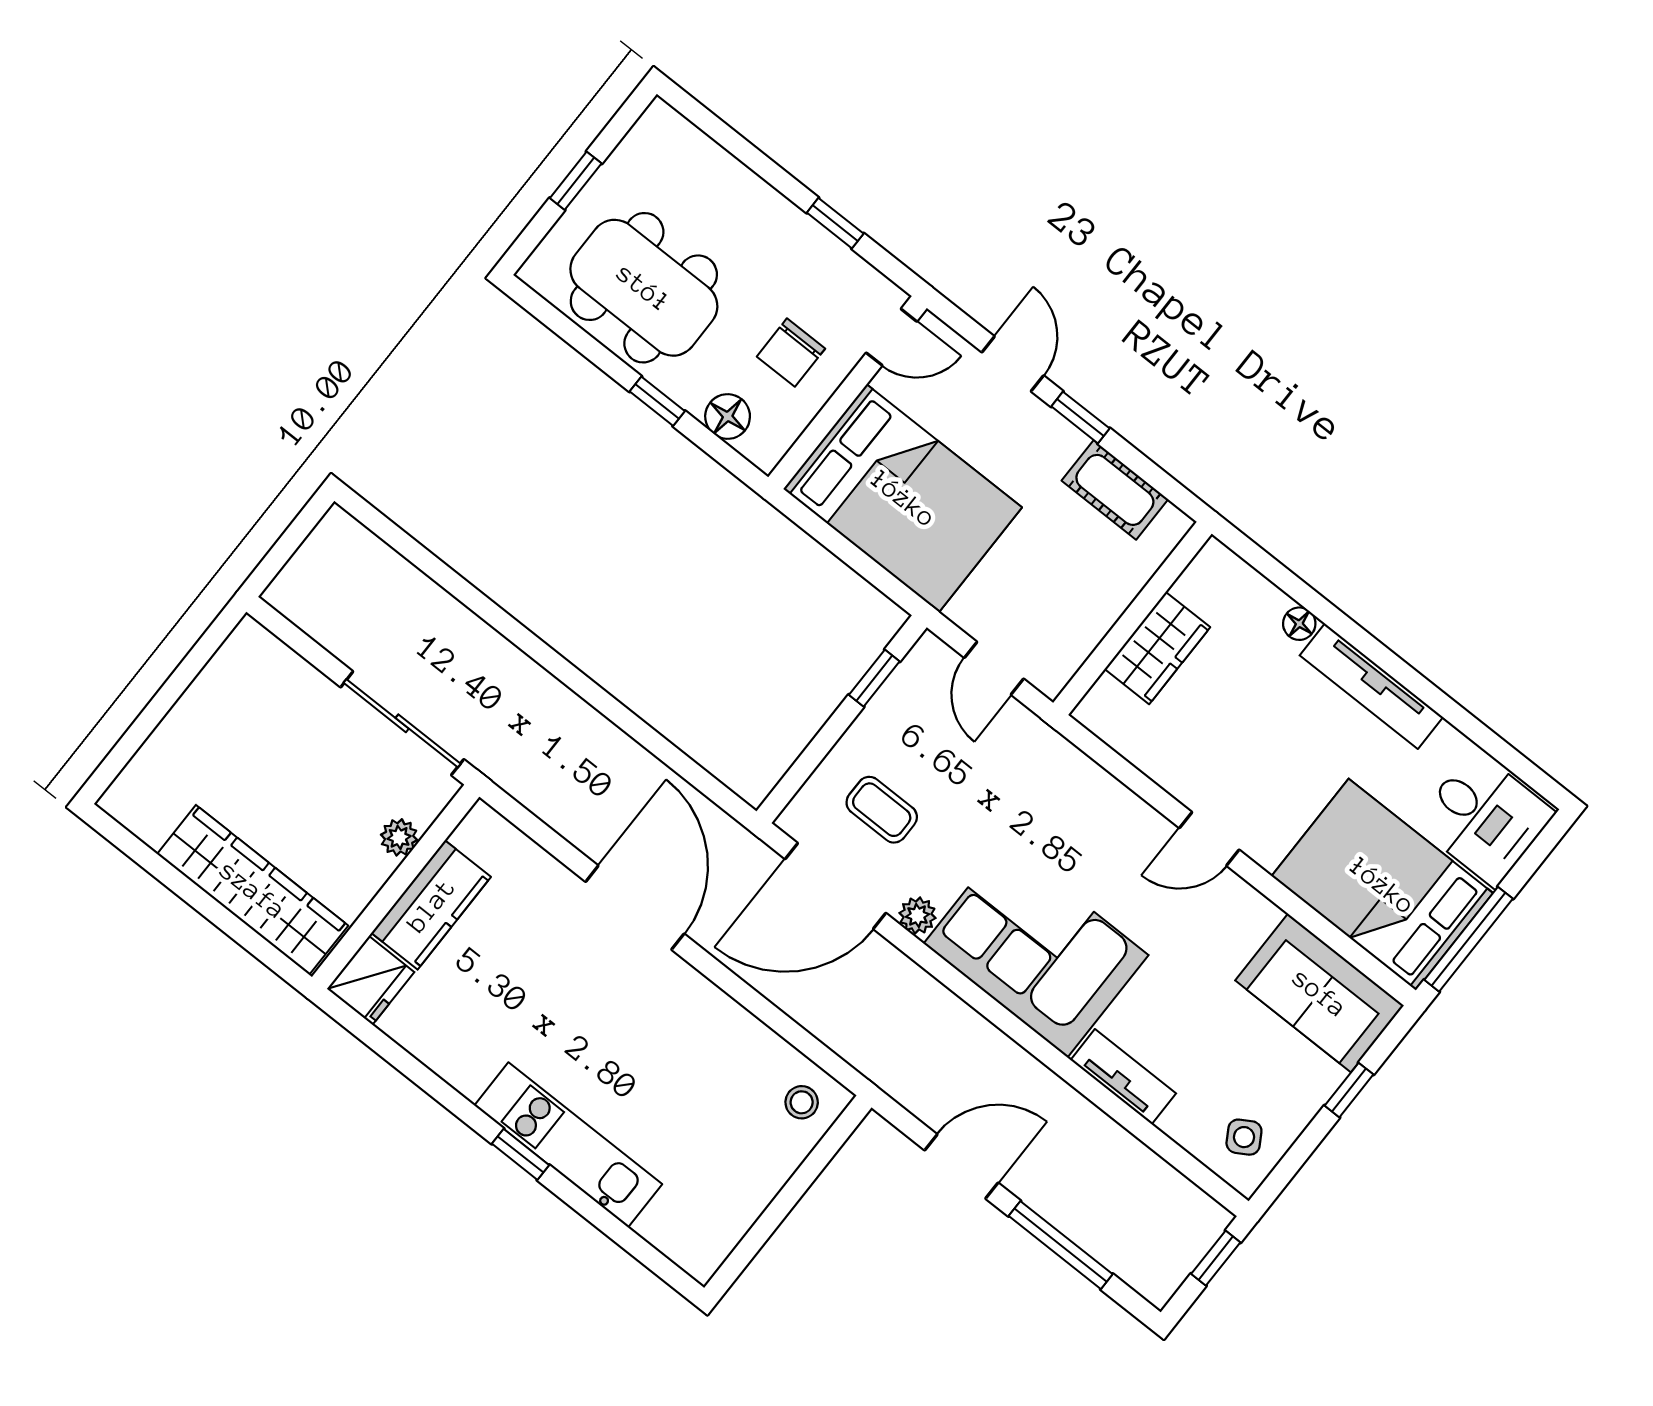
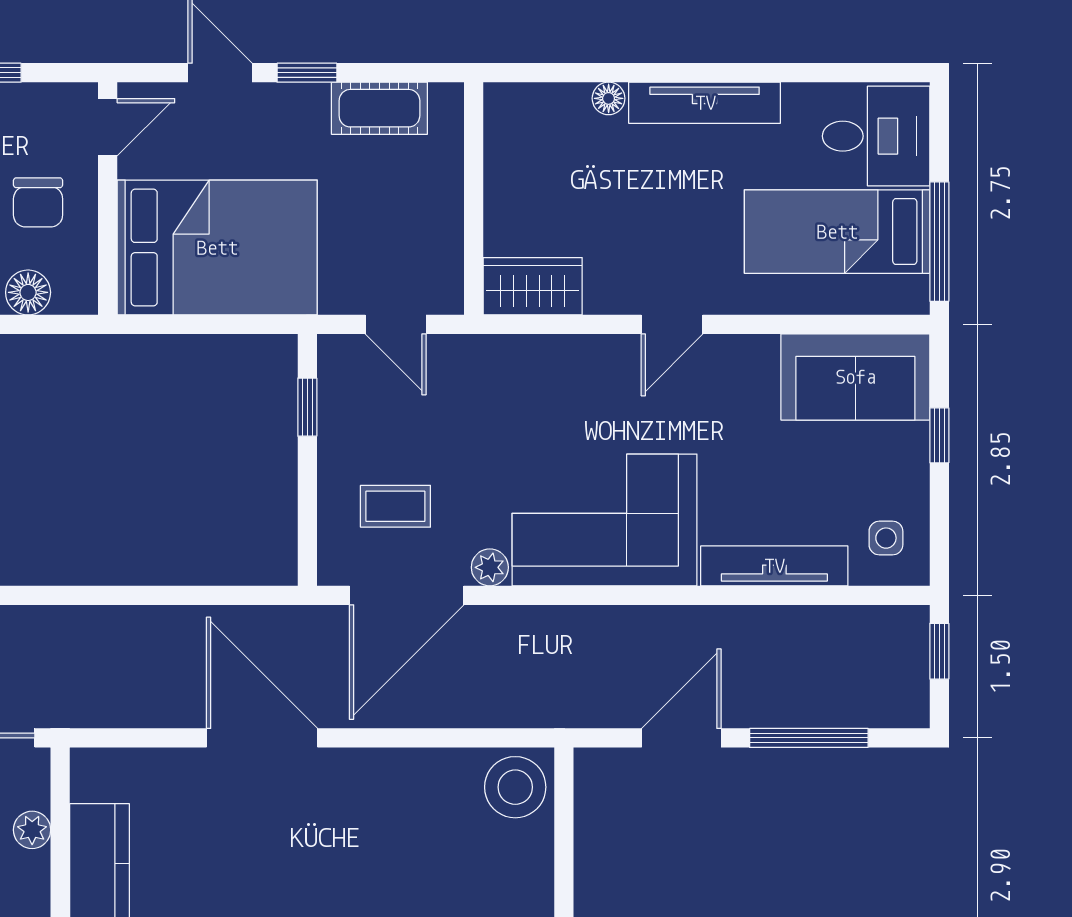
wardrobe: (1157, 648) -> (533, 286), moved, turned -90
bed: (1382, 885) -> (837, 232), width x0.67
tv unit: (1123, 1077) -> (774, 566), width x1.41
stool: (802, 1102) -> (515, 787), width x1.89, depth x1.89
side table: (1244, 1137) -> (886, 538), turned 31

